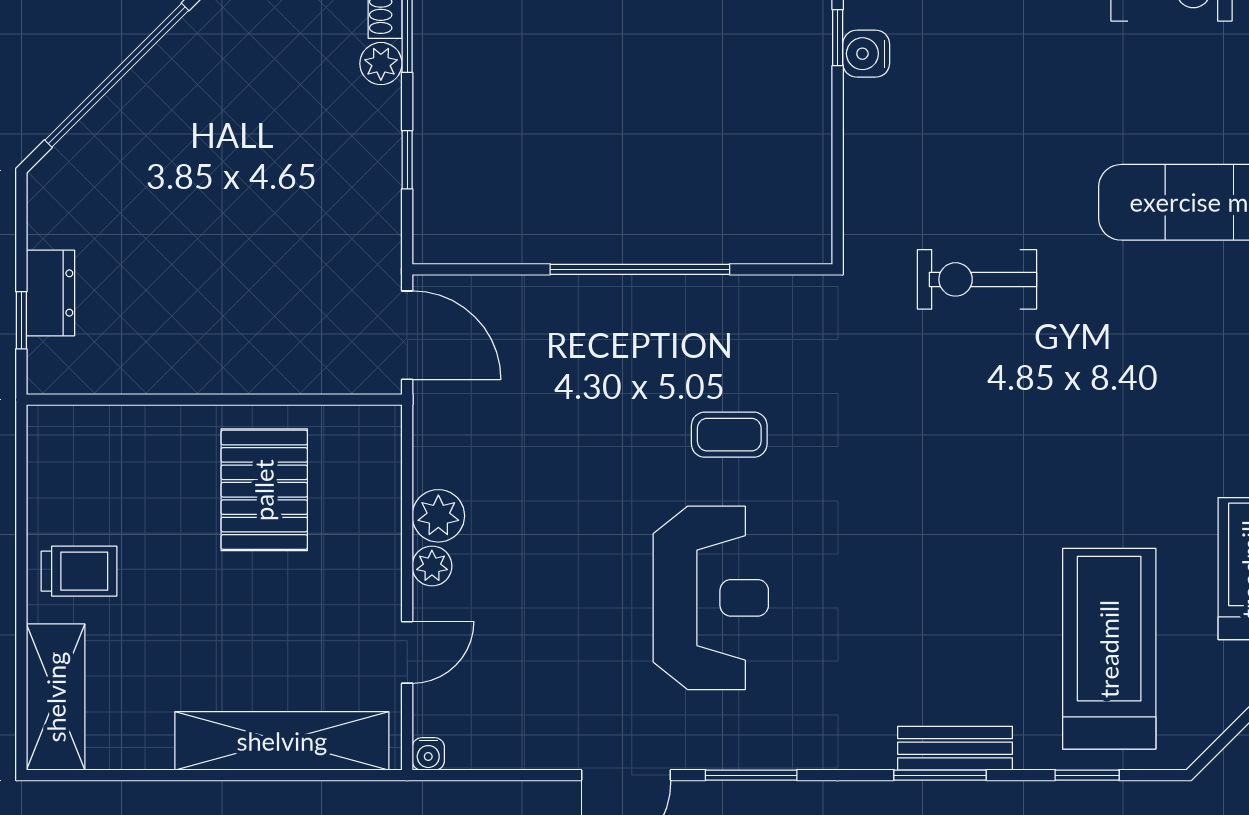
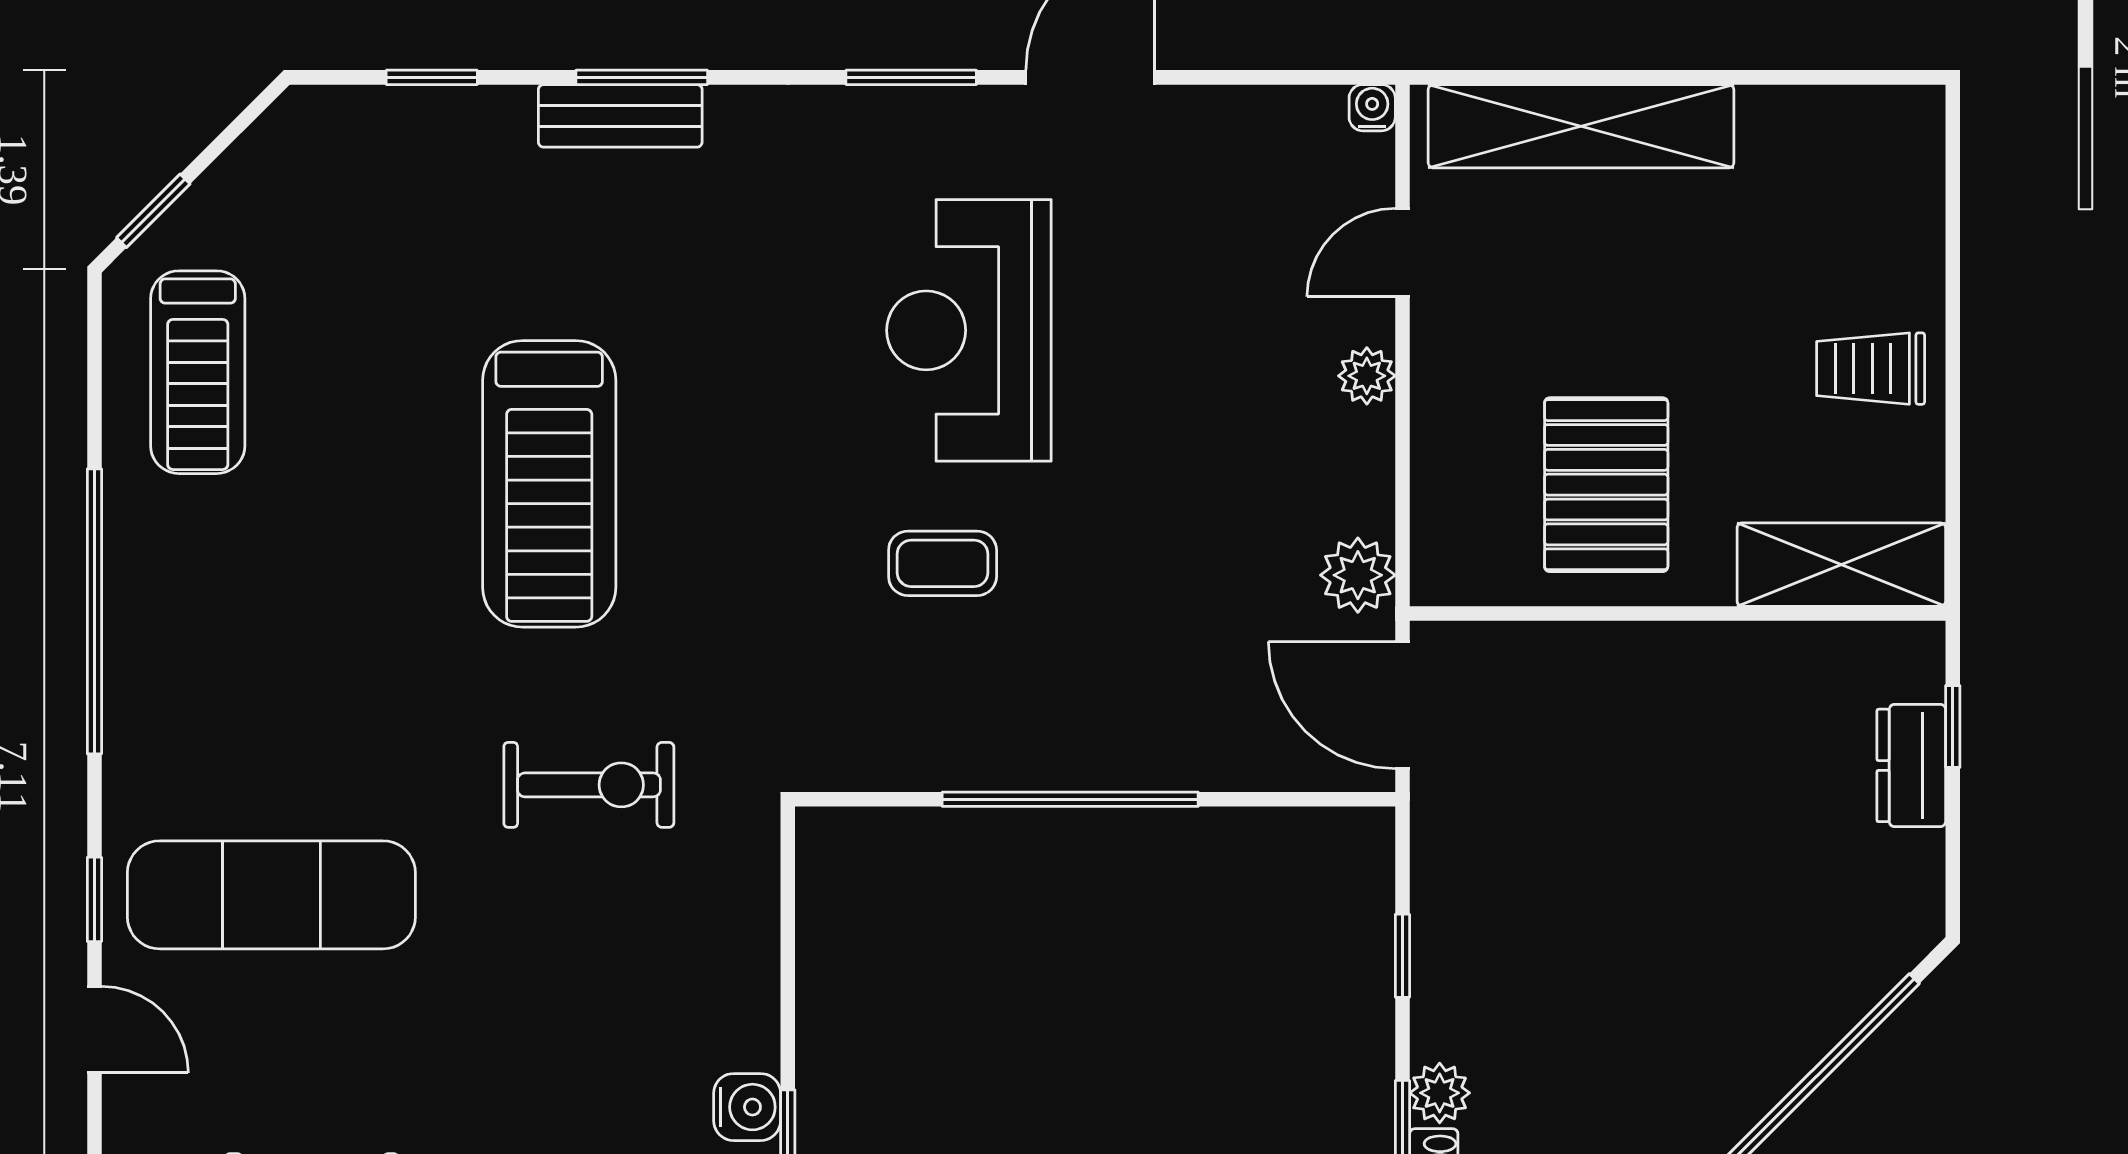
plant: (438, 516) -> (1358, 575), moved
treadmill: (1109, 649) -> (549, 484), moved
shelving: (56, 697) -> (1841, 565), moved, turned 90

